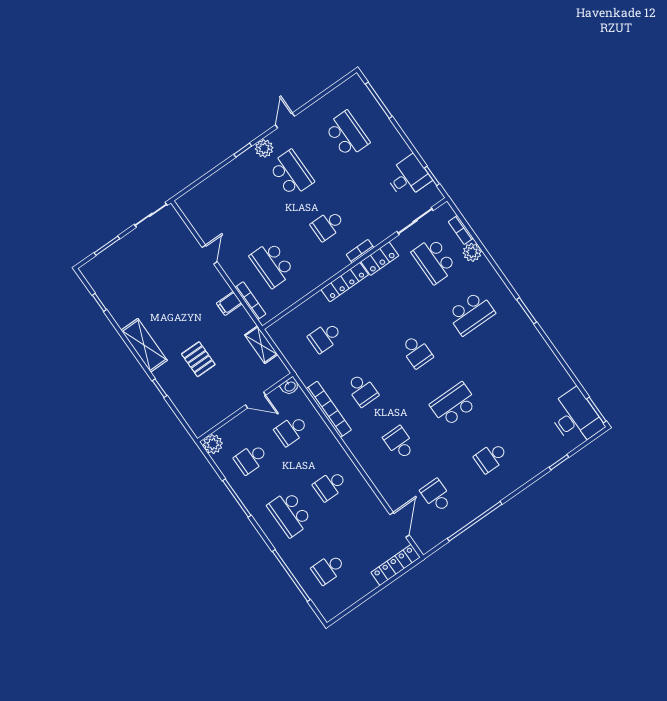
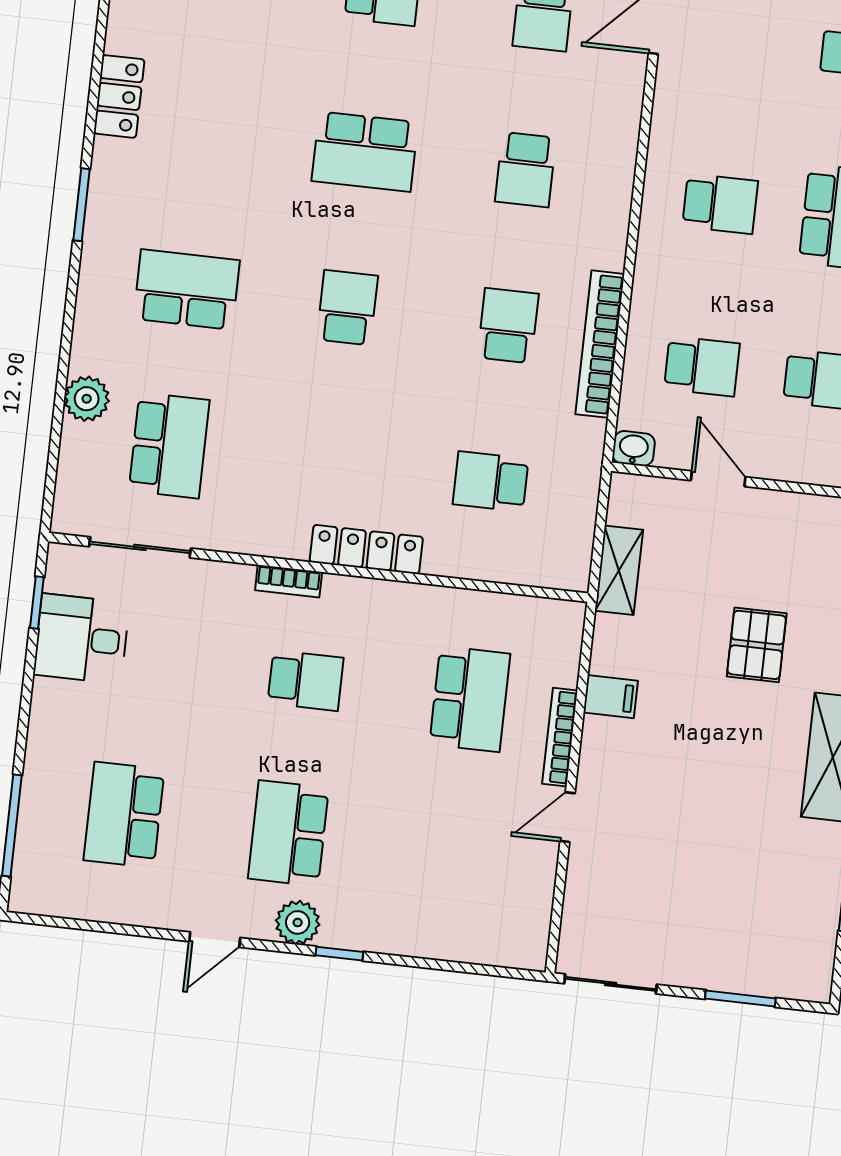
bookcase: (461, 230) -> (71, 457), removed
locker: (380, 259) -> (119, 96), moved, turned 90
bookcase: (250, 301) -> (560, 737), moved
school desk: (325, 337) -> (491, 481), turned 180

